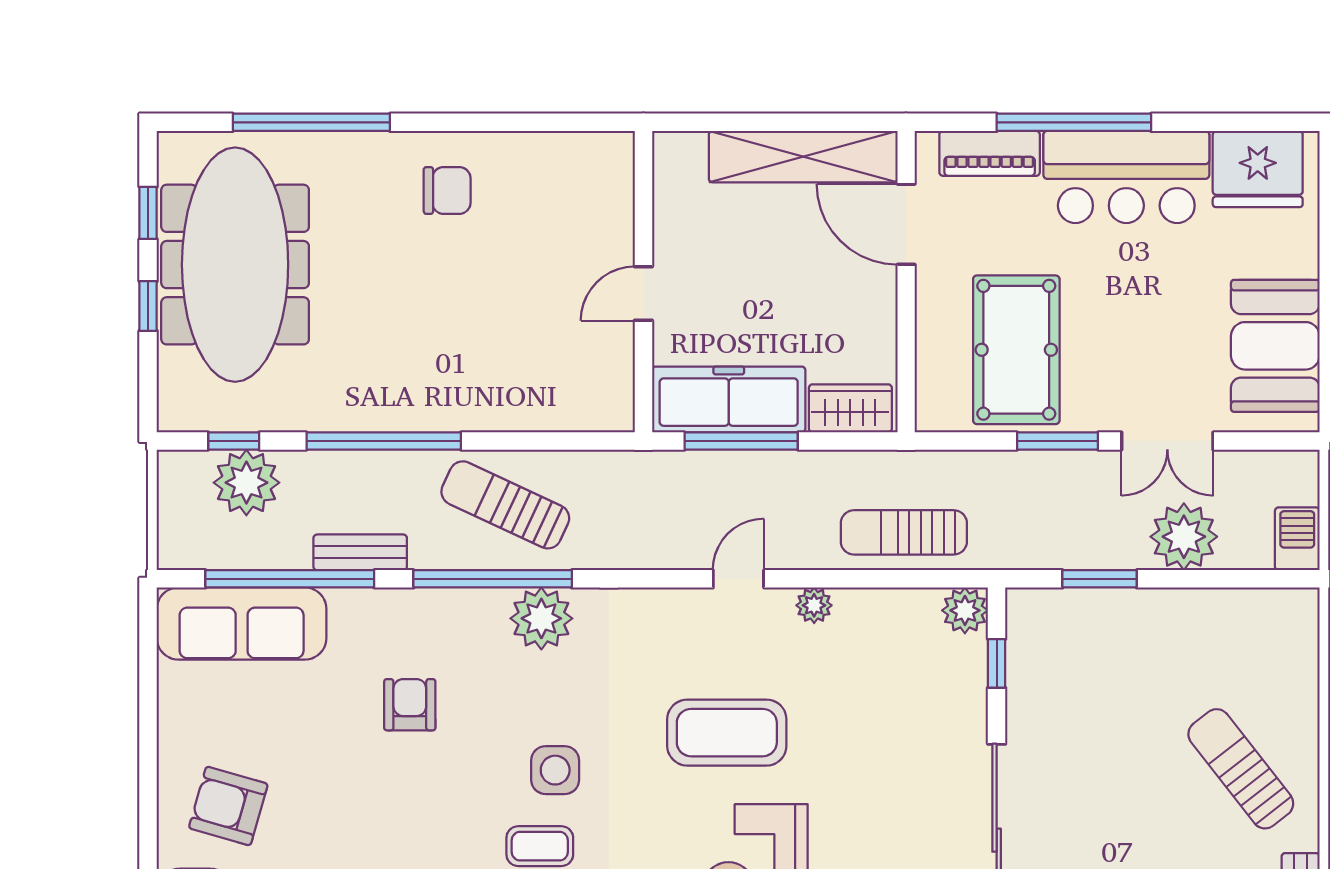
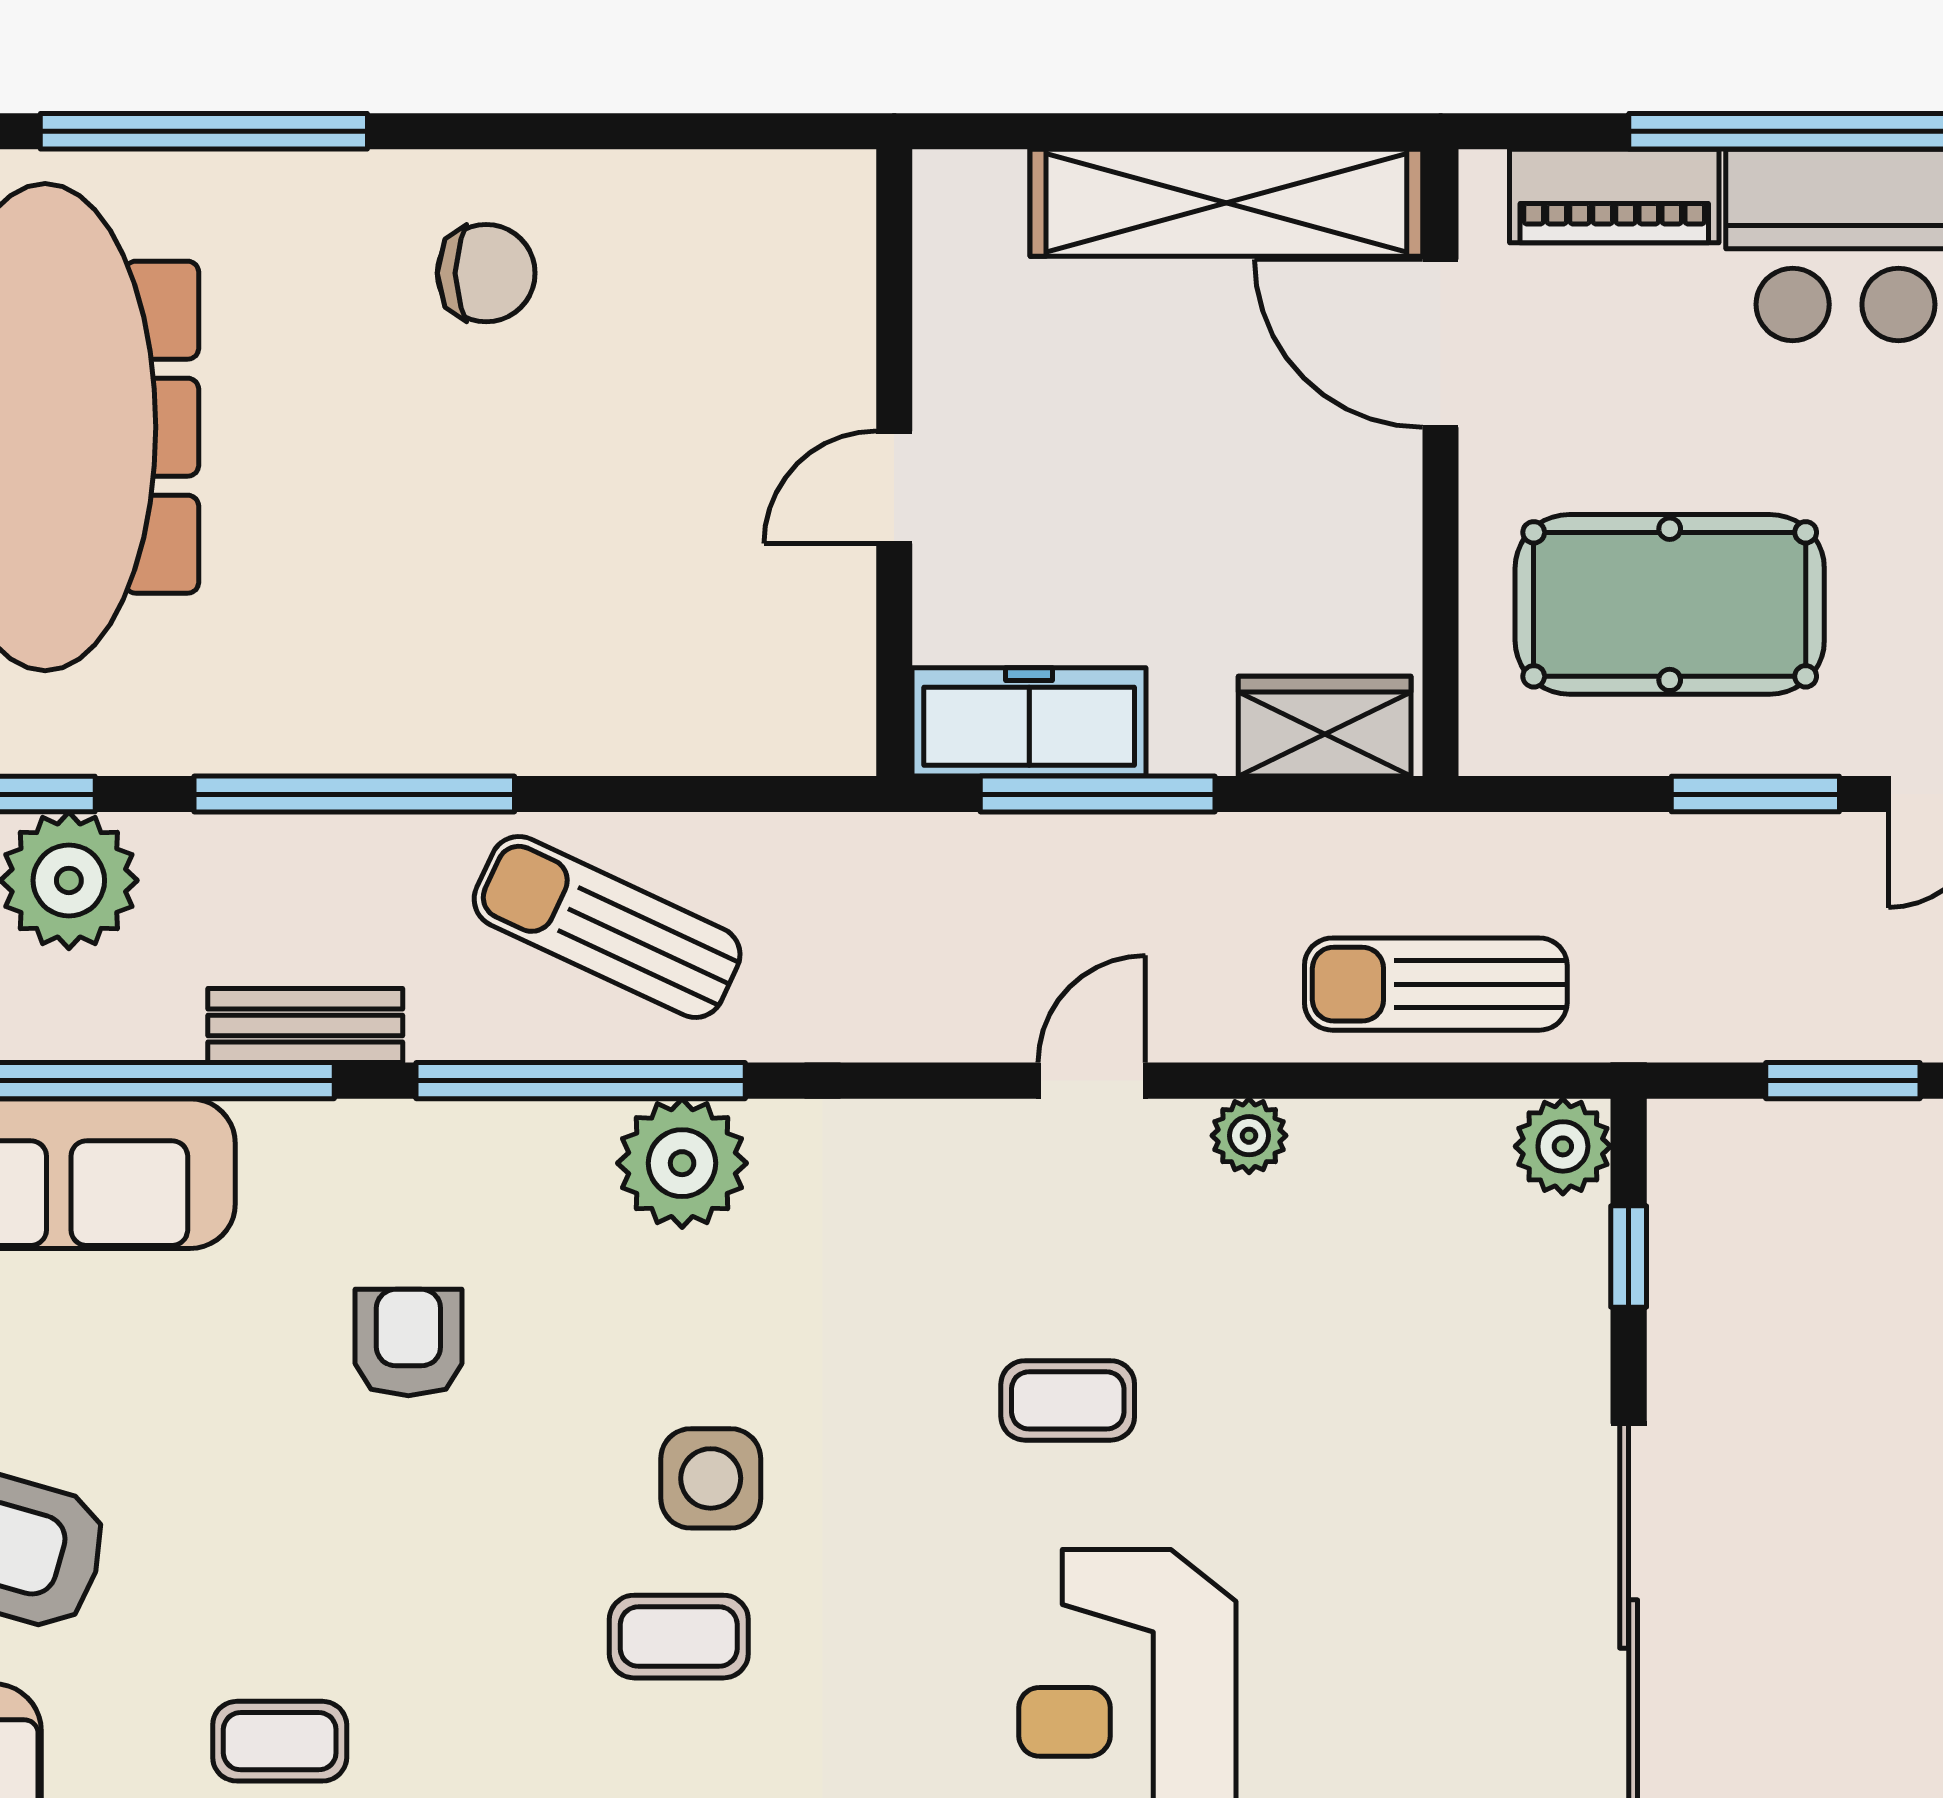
pool table: (1016, 350) -> (1670, 604), turned 90
freezer: (729, 399) -> (1029, 722), width x0.73, depth x0.79
coffee table: (727, 733) -> (1068, 1400), width x0.54, depth x0.58

